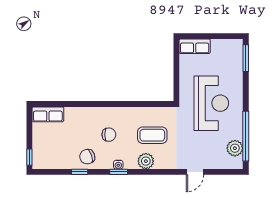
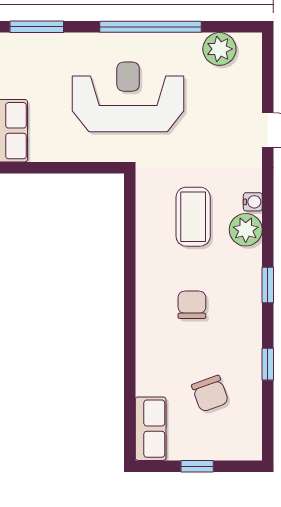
window: (246, 136) -> (150, 27), moved
window: (29, 157) -> (197, 466), moved
chair: (87, 157) -> (210, 394), moved
water cooler: (118, 165) -> (253, 202), moved

